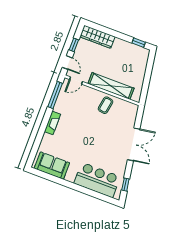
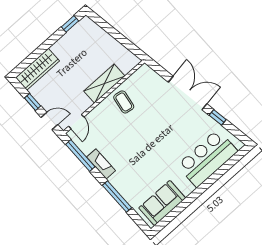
shelving: (111, 86) -> (104, 84), width x0.68
fireplace: (52, 123) -> (101, 164), moved
window: (41, 133) -> (117, 197), added
window: (125, 185) -> (218, 117), moved

